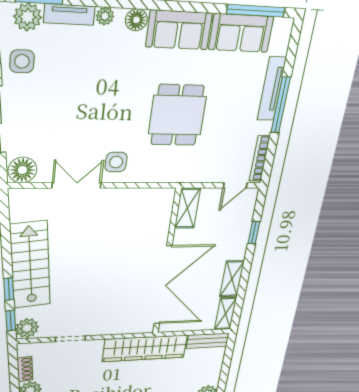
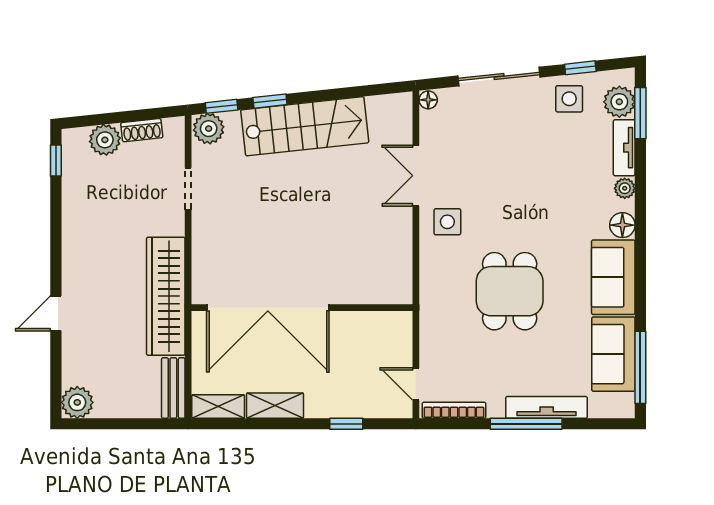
dining table: (177, 115) -> (510, 291), turned 90
floor lamp: (22, 170) -> (428, 100), width x0.53, depth x0.53
double door: (77, 185) -> (416, 176), swing flipped
shelving: (187, 208) -> (384, 324), removed

